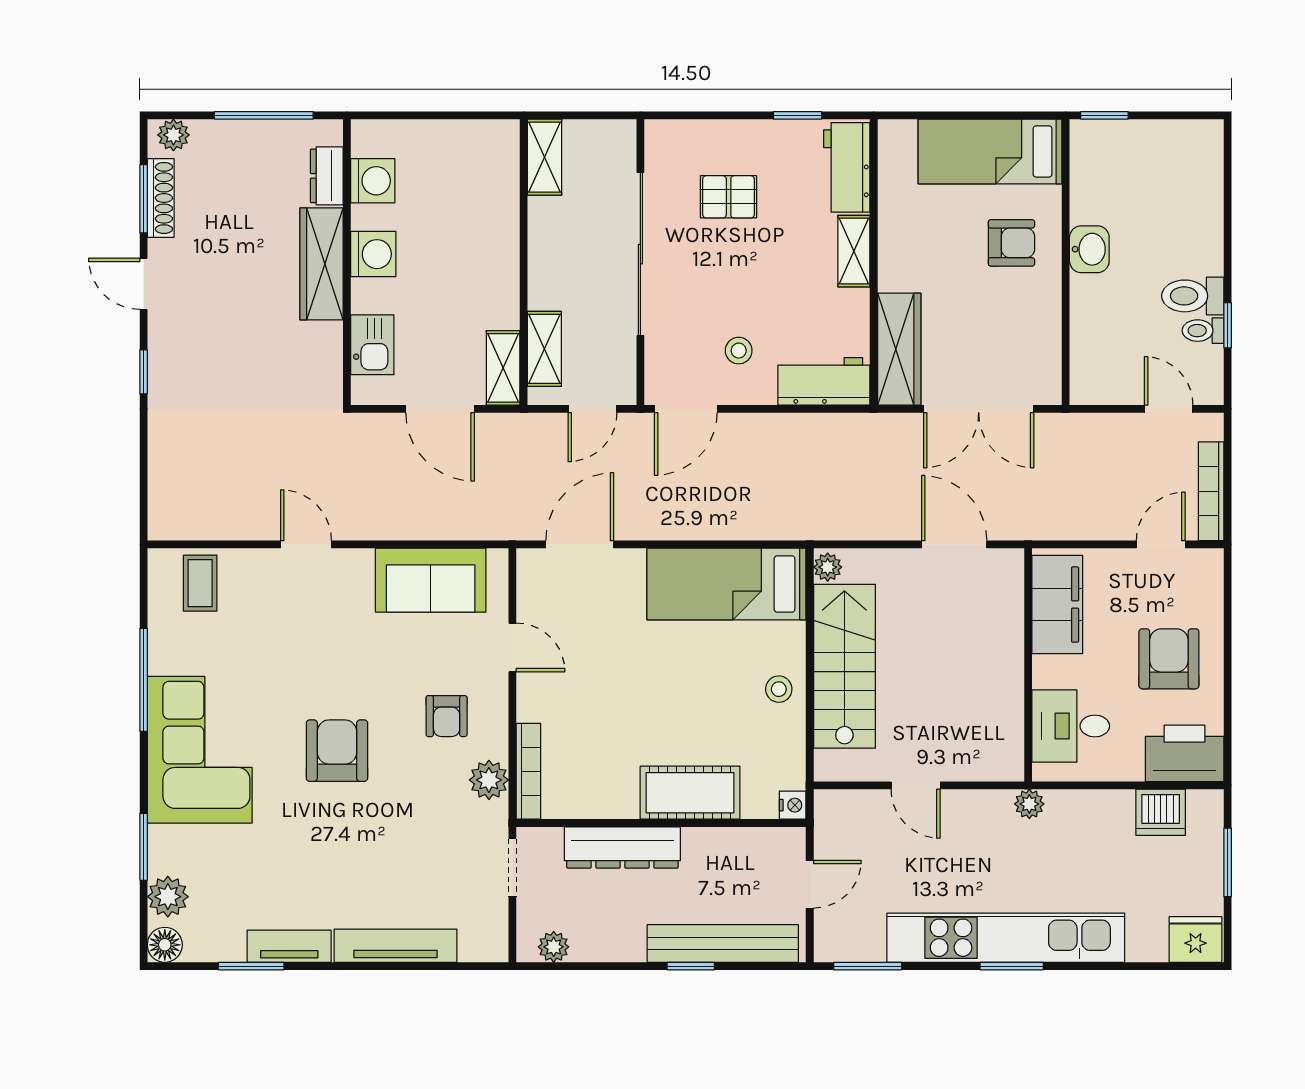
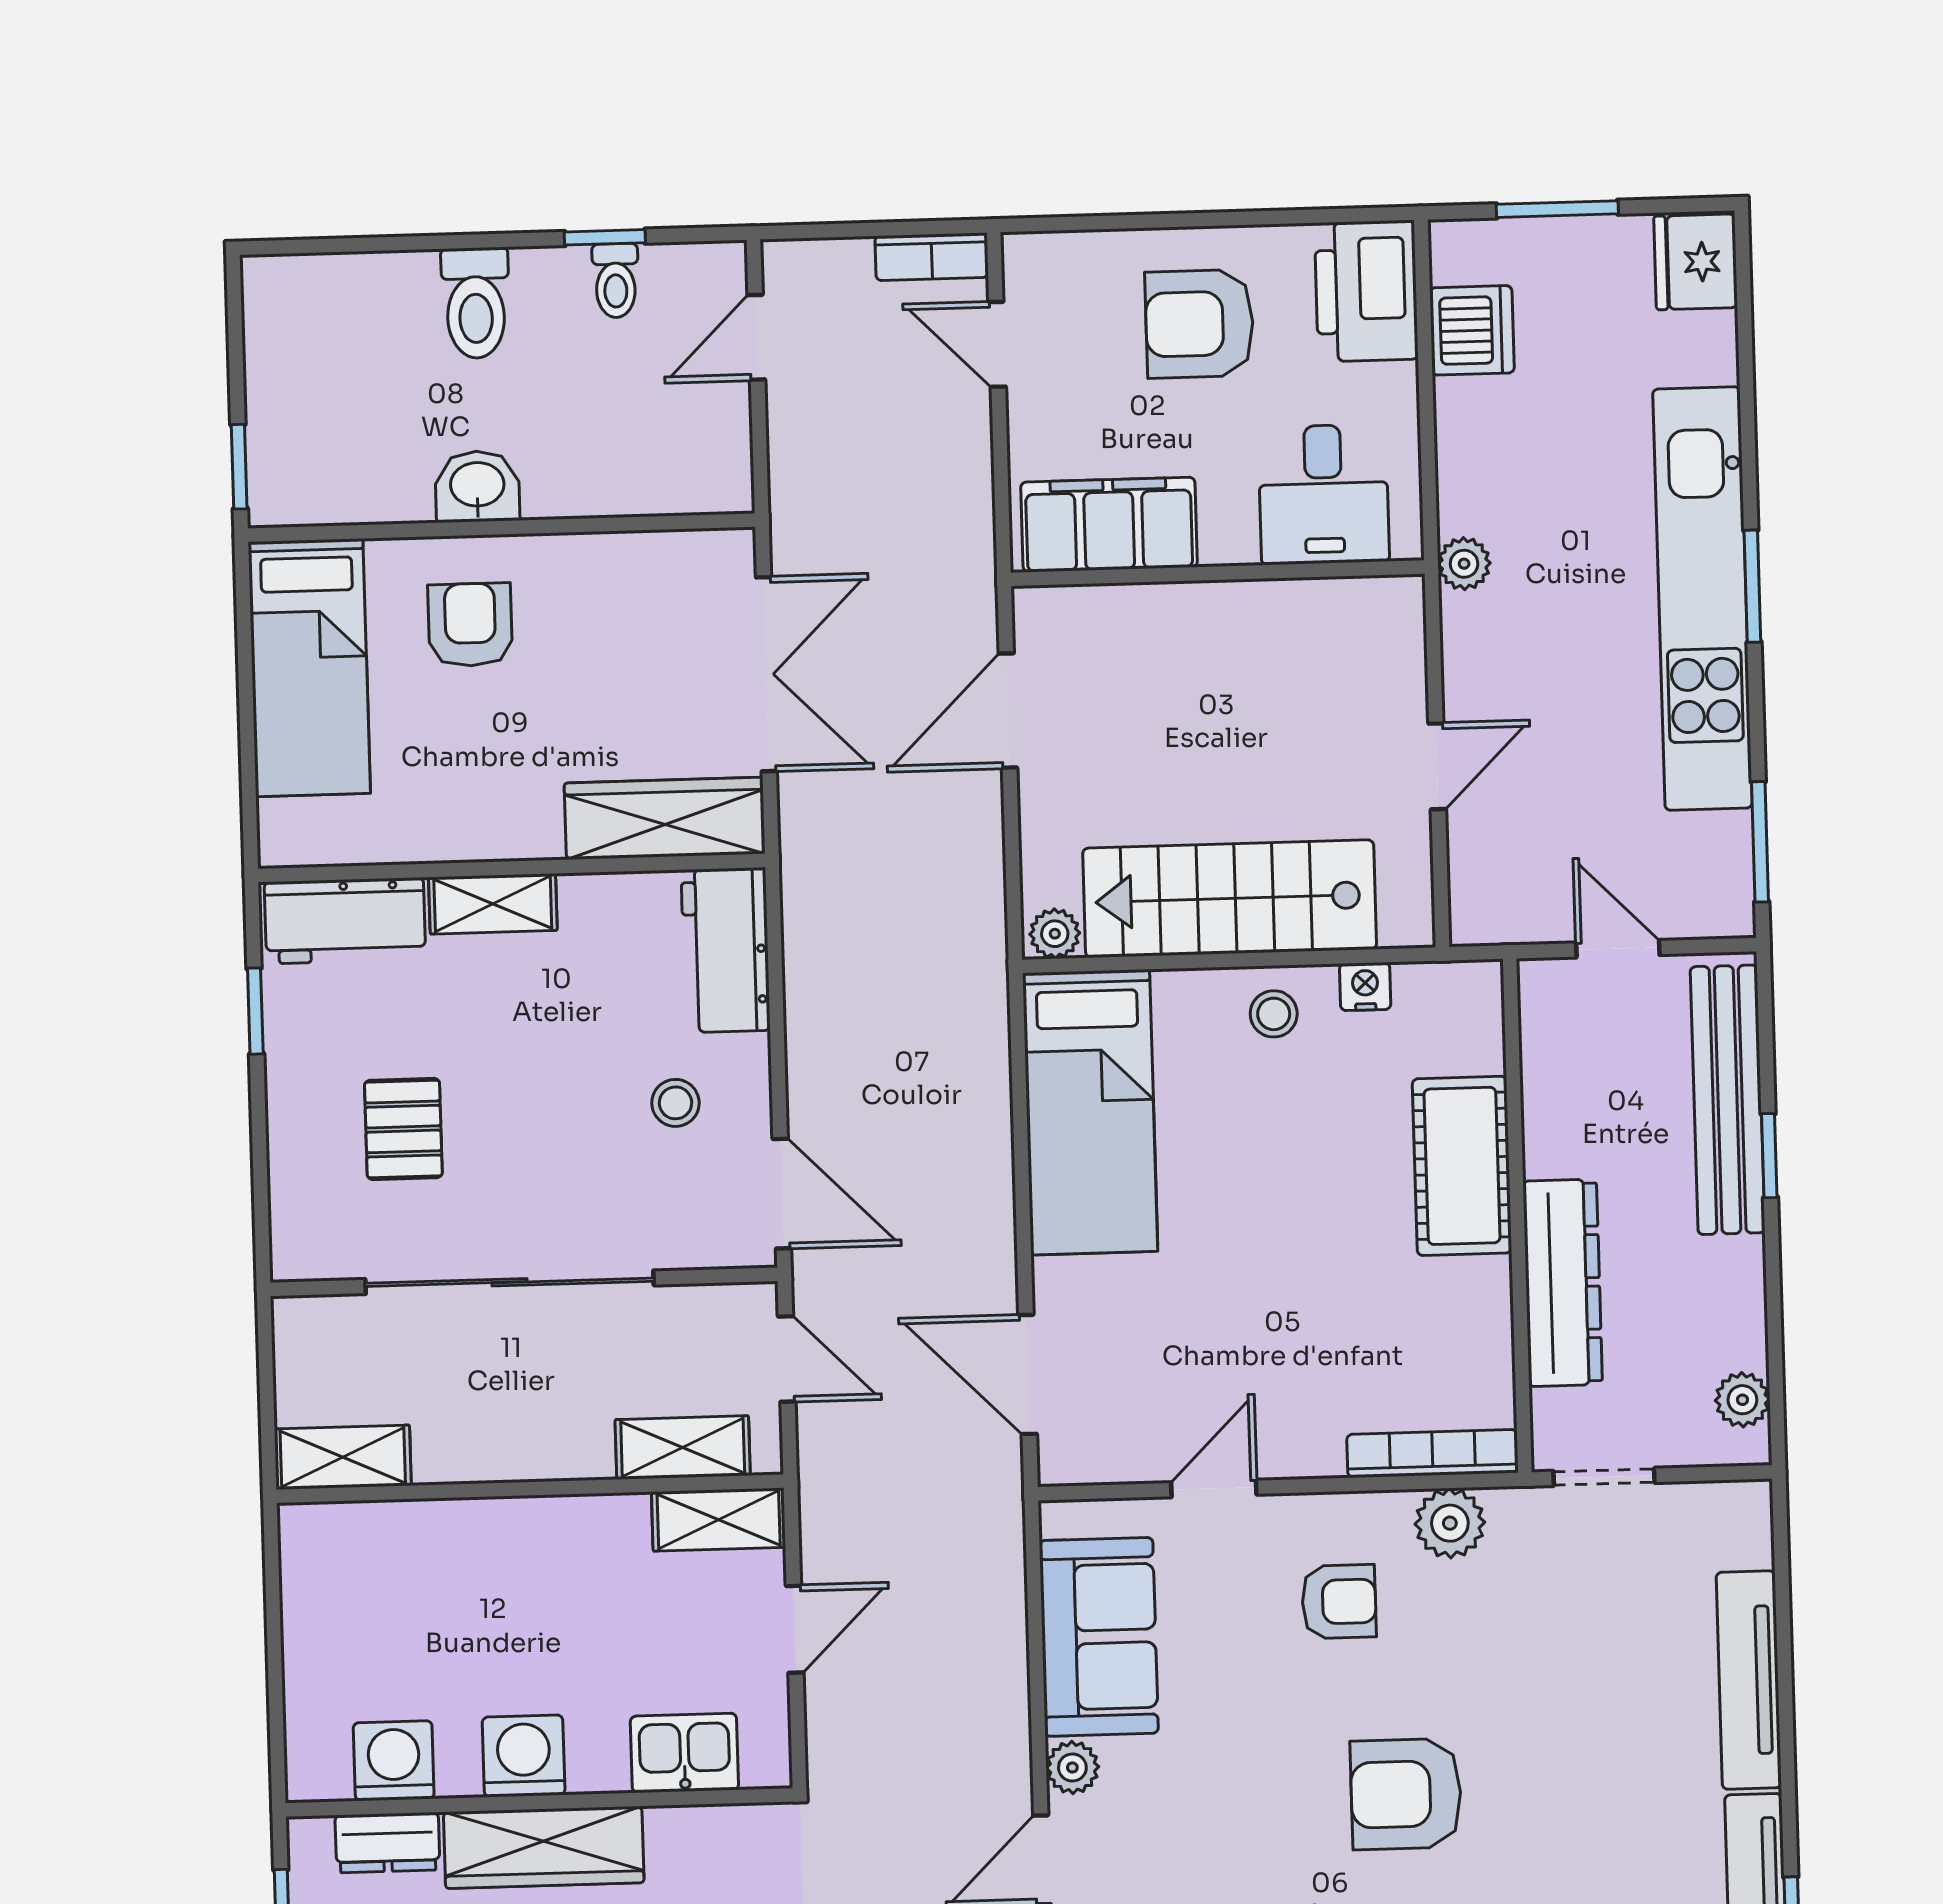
toilet: (1193, 296) -> (476, 303), moved
door: (440, 409) -> (795, 1629), width x0.73
bookcase: (1211, 491) -> (932, 257), width x0.64
plant: (358, 563) -> (1072, 1767), added
nightstand: (793, 805) -> (1365, 987), moved

